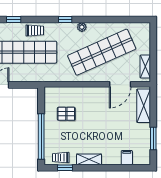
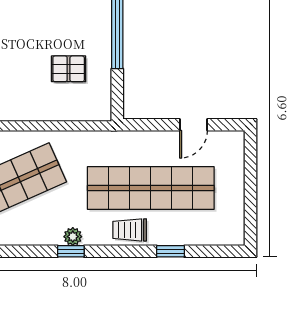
plant: (82, 27) -> (73, 237), moved

